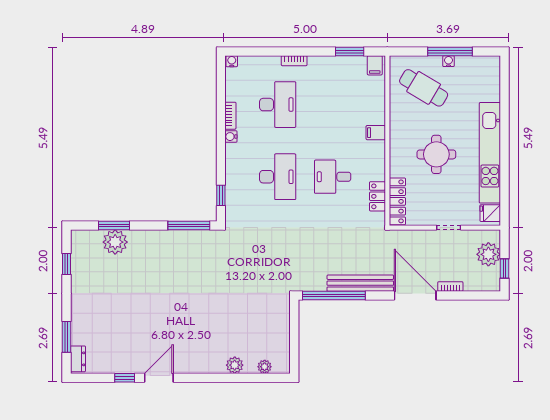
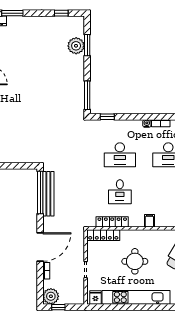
desk: (333, 177) -> (120, 192), turned 180
locker: (377, 196) -> (112, 222), width x1.53
plant: (488, 254) -> (51, 296), moved
bench: (360, 283) -> (48, 194), moved

